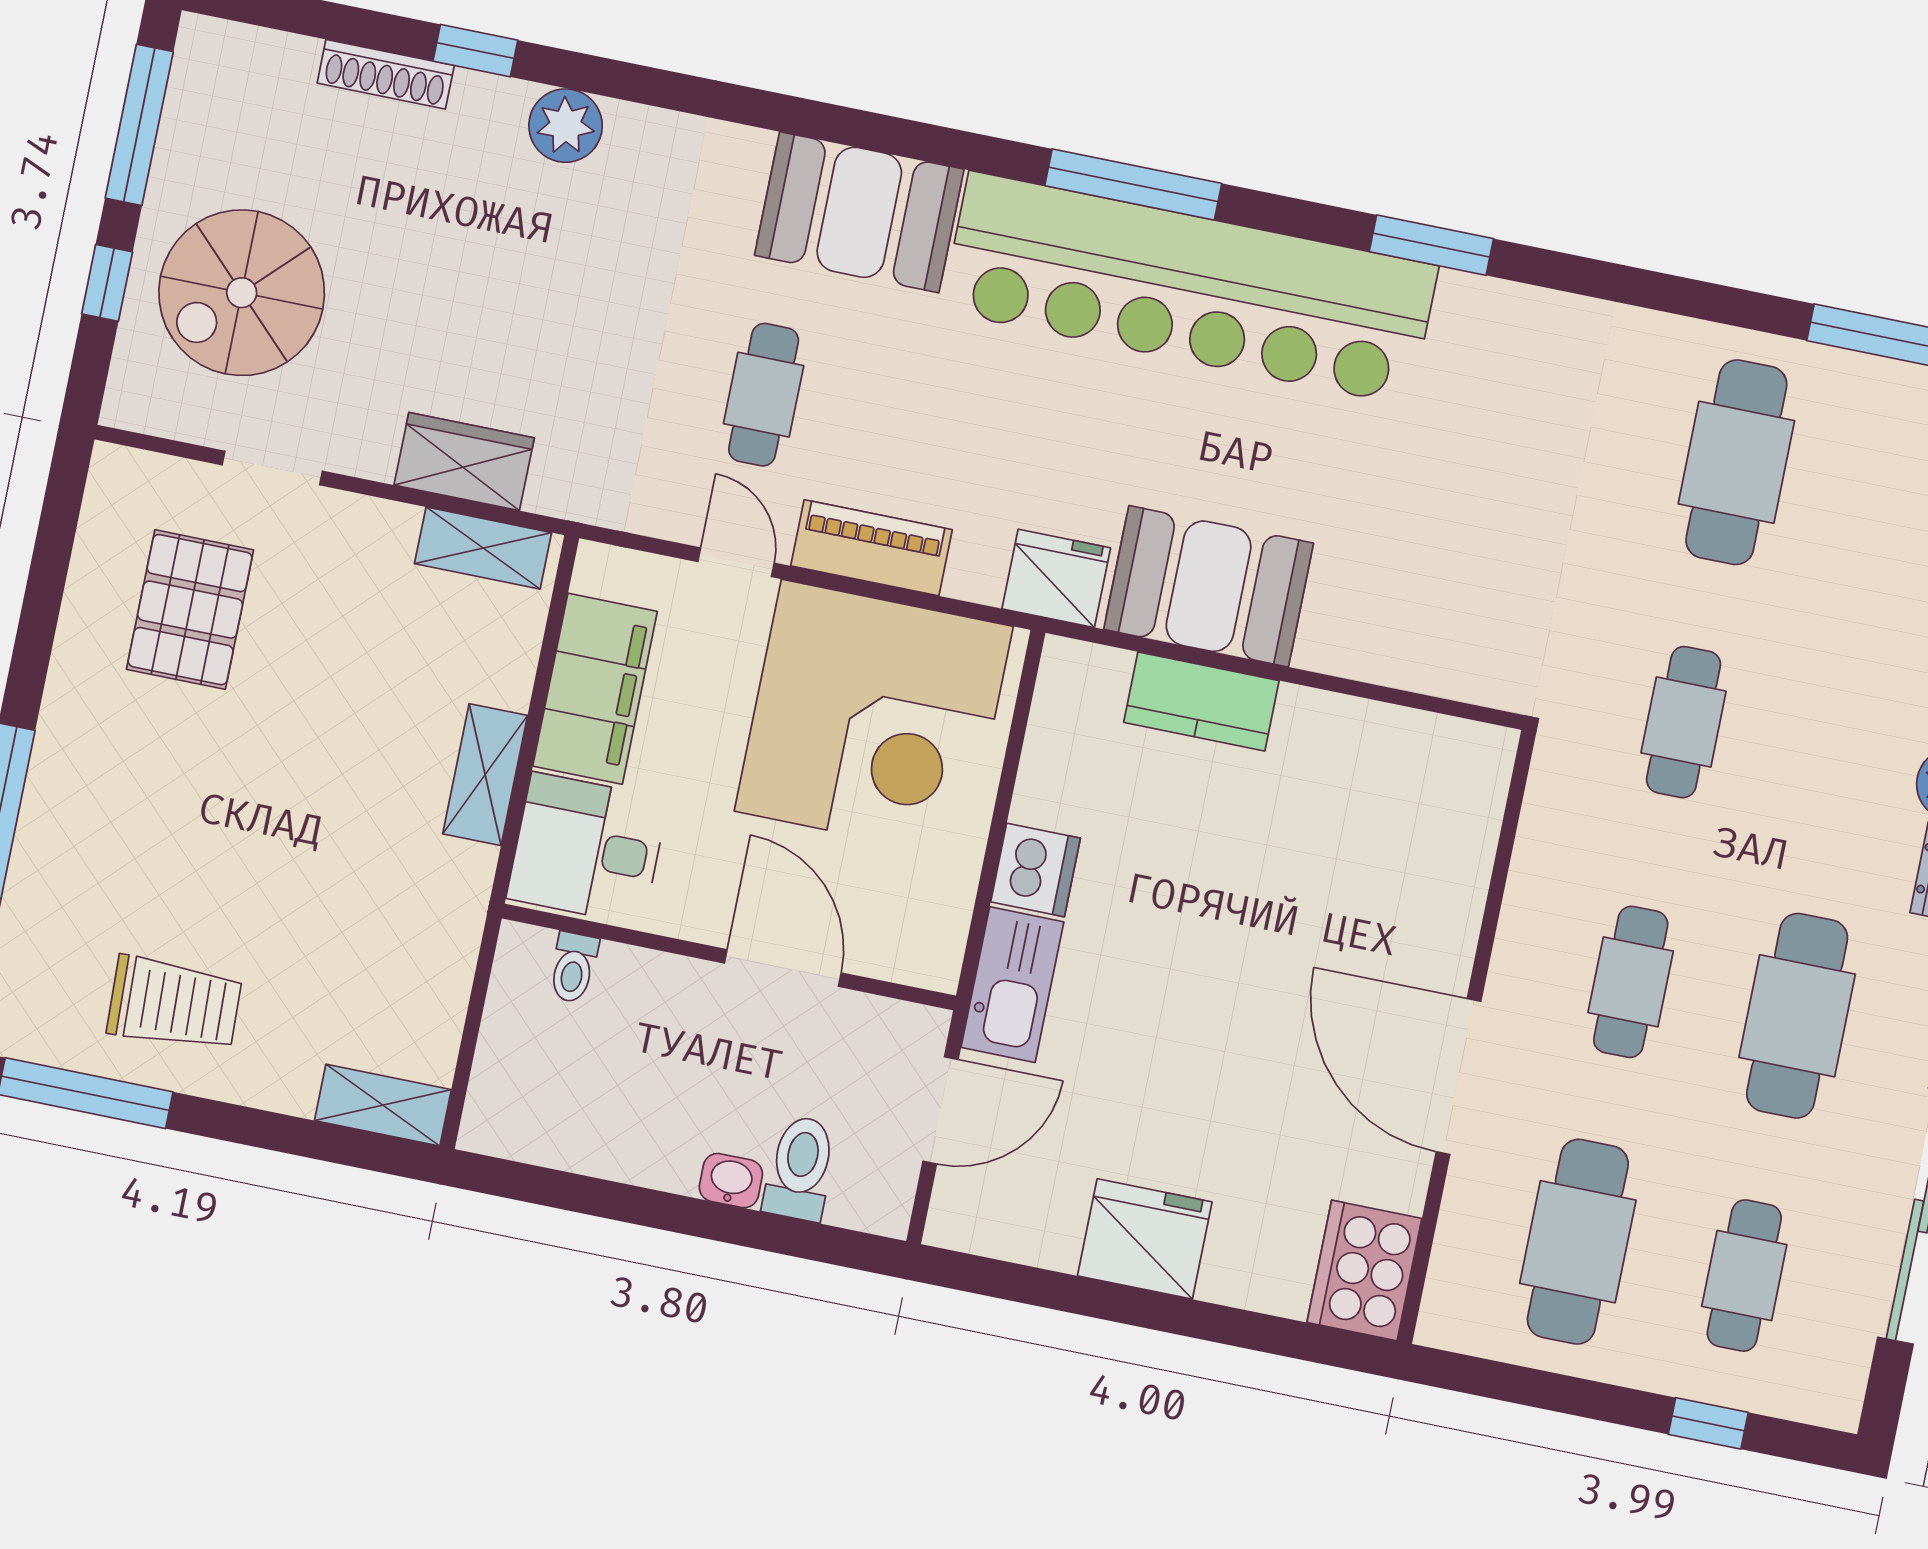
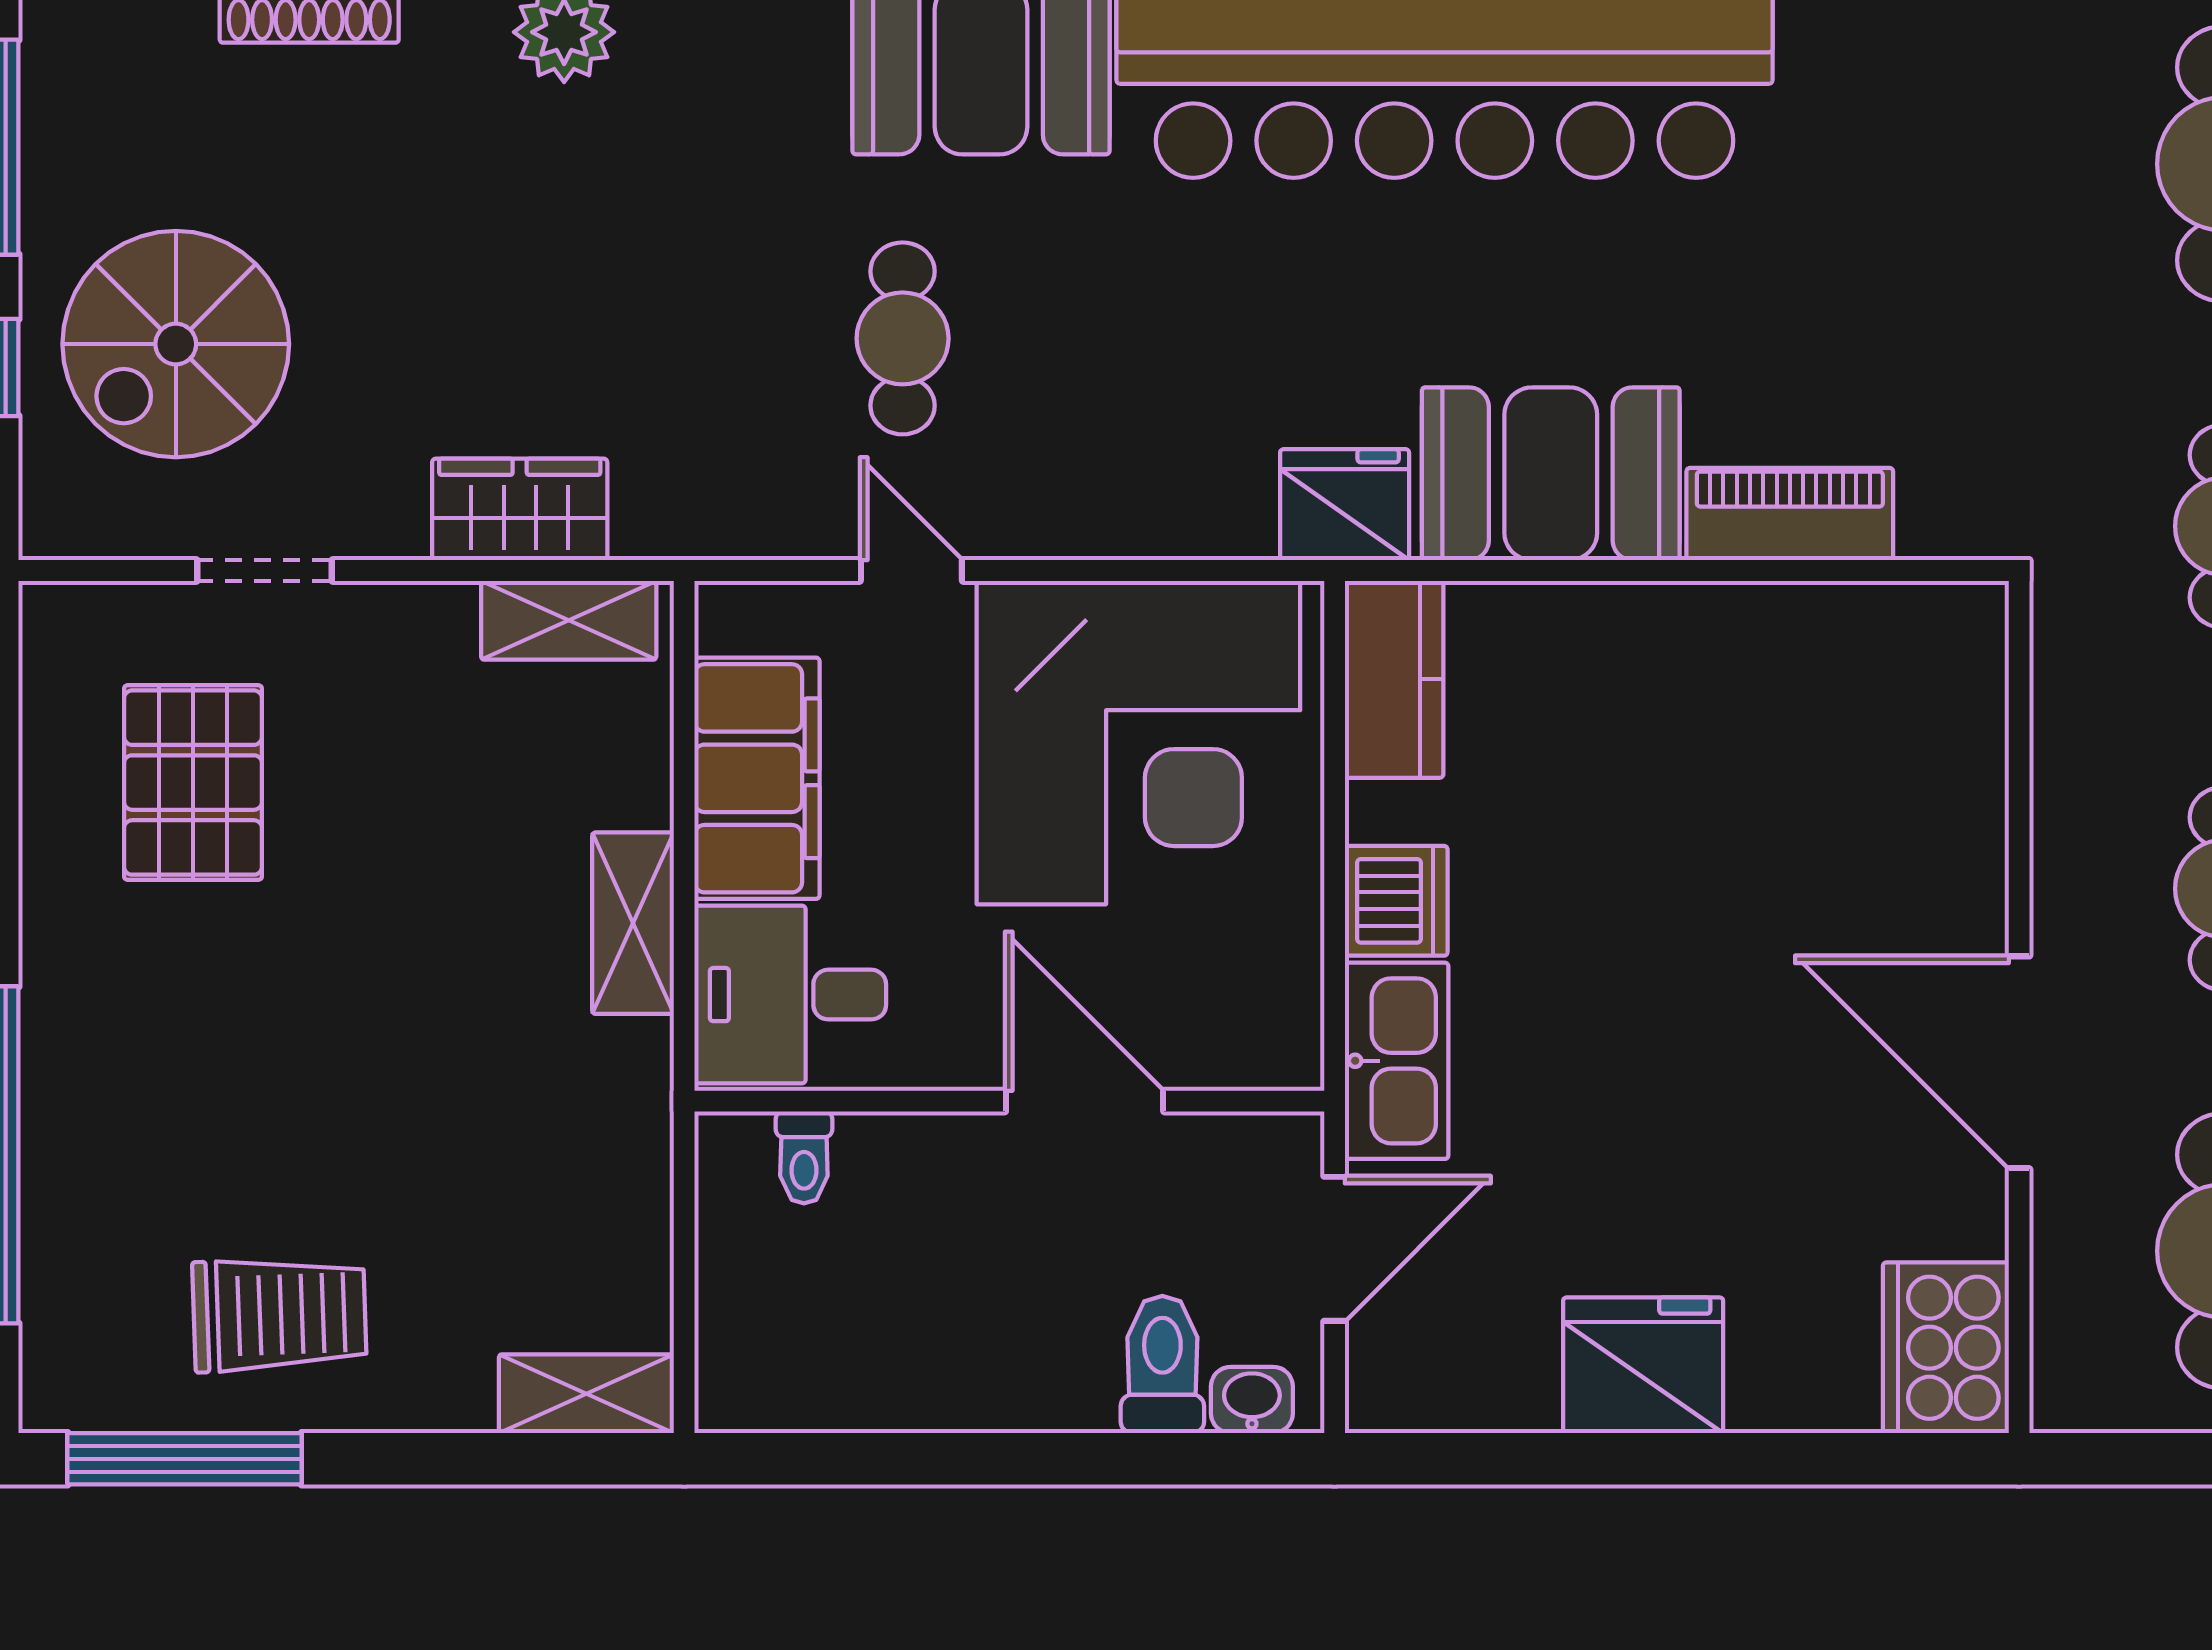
piano: (871, 548) -> (1790, 514), moved
kitchen counter: (1201, 701) -> (1394, 679), moved, turned -90
washbasin: (731, 1181) -> (1252, 1400), moved

